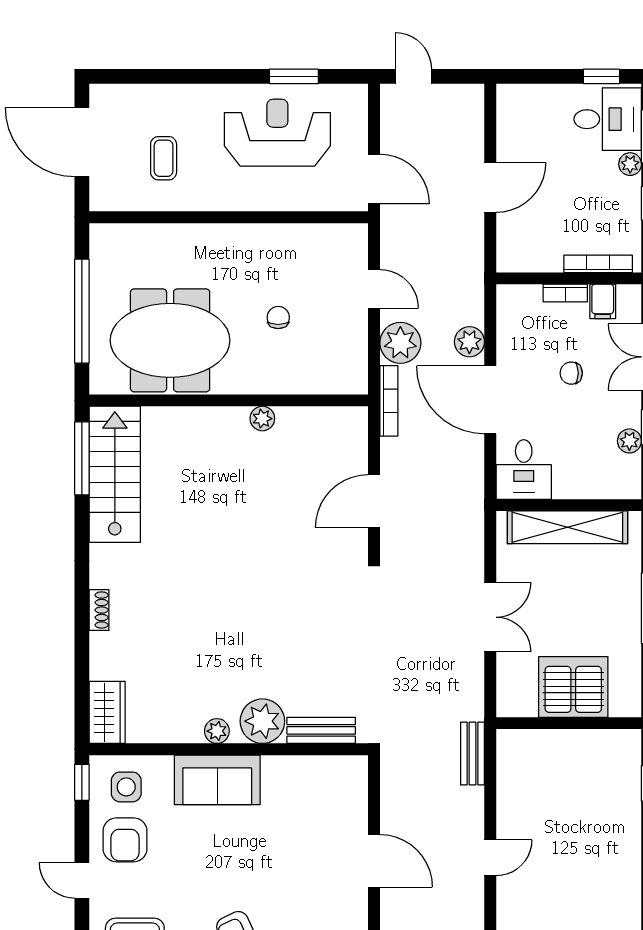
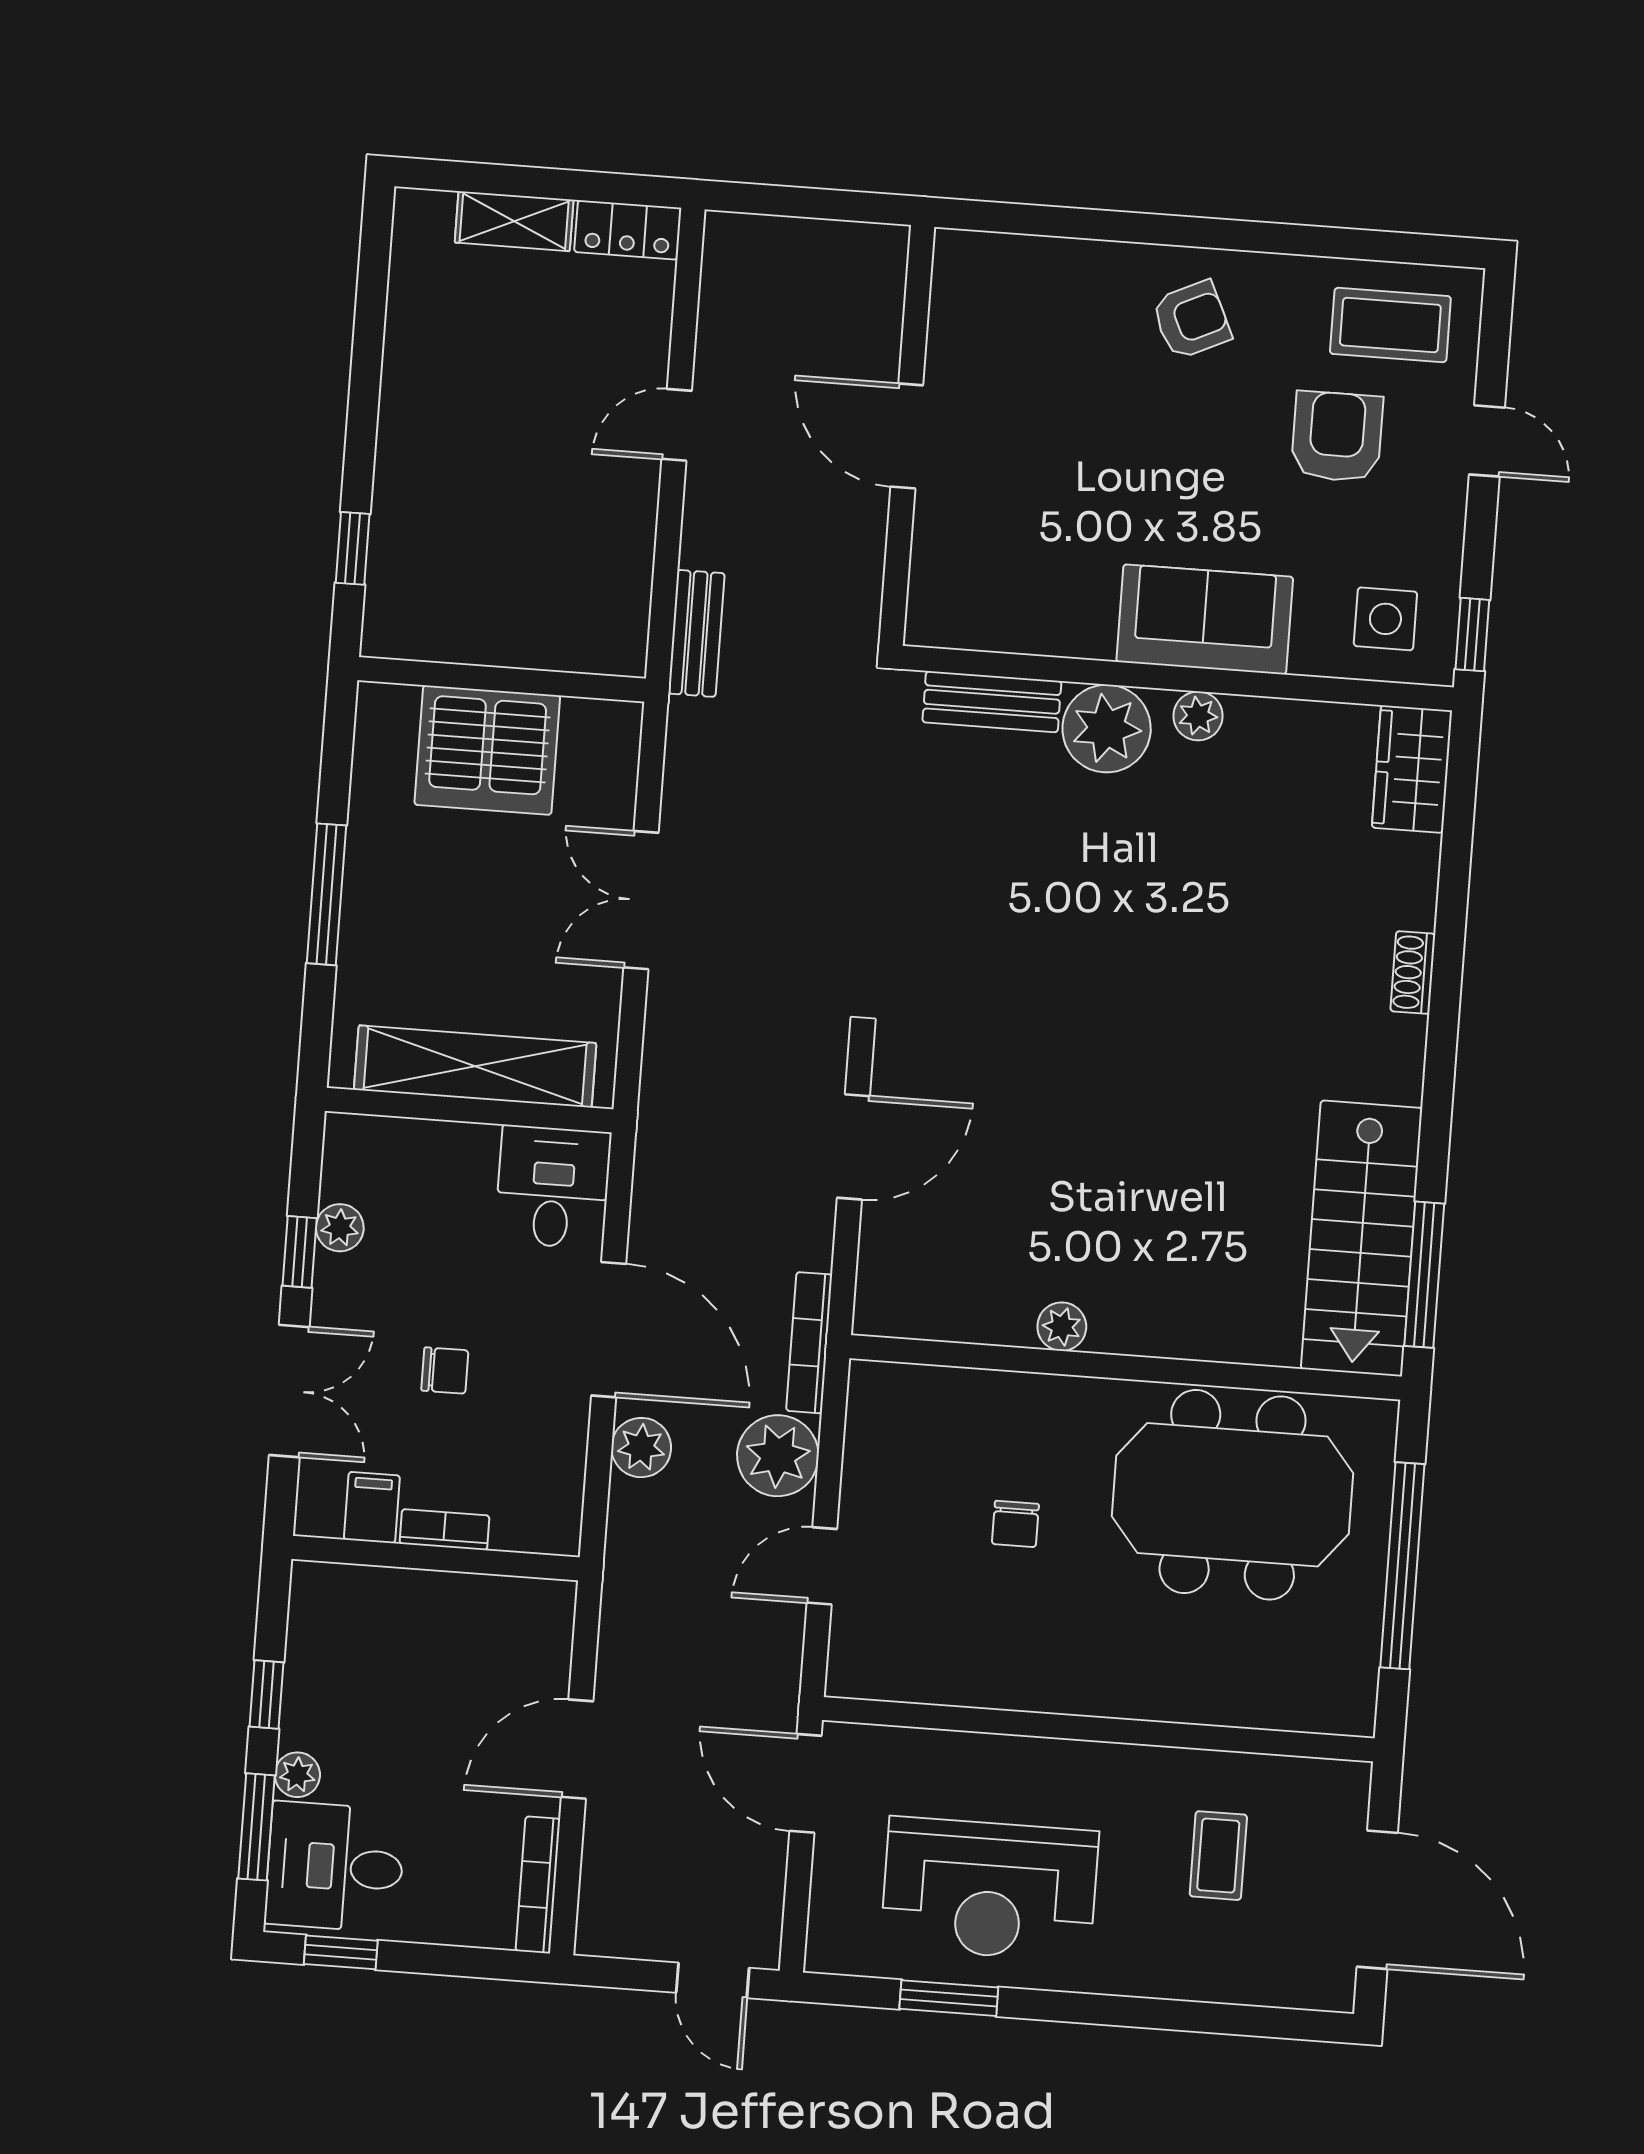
bookcase: (598, 264) -> (538, 1885), moved, turned 90
door: (374, 289) -> (822, 1566), hinge flipped
armchair: (125, 840) -> (1337, 437), moved

